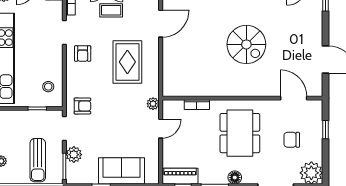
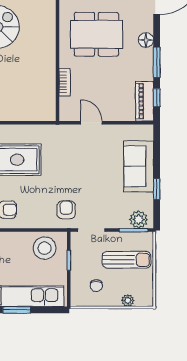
stool: (48, 87) -> (45, 248), width x1.89, depth x1.89
plant: (153, 104) -> (64, 131), removed
chair: (15, 133) -> (96, 286), added
plant: (74, 155) -> (139, 220), moved

